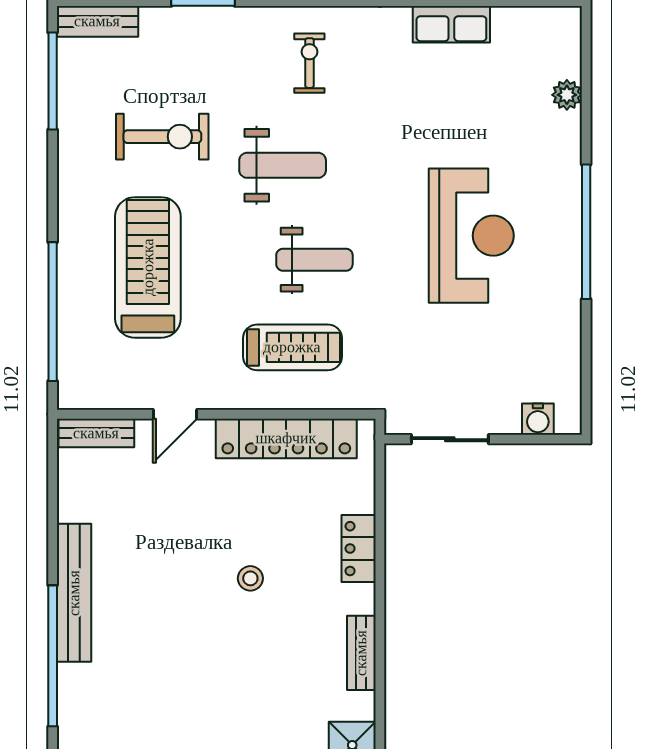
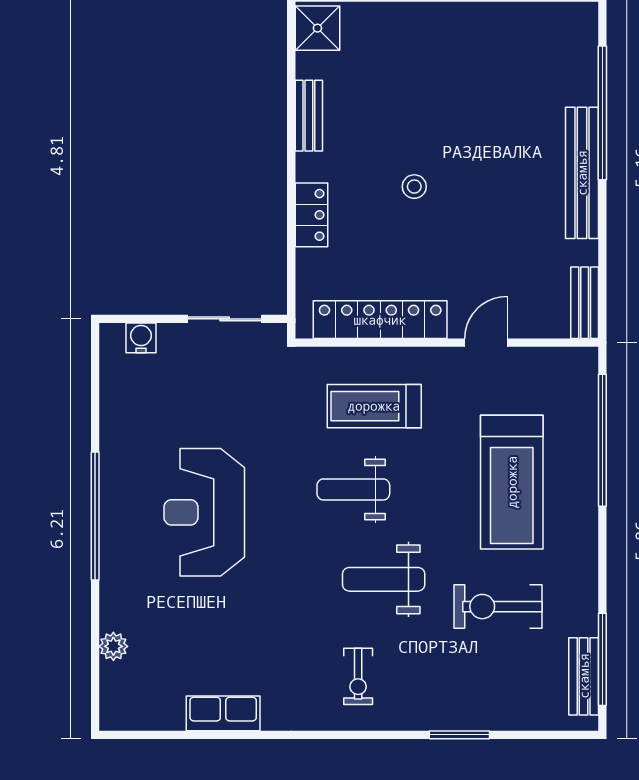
bench: (97, 21) -> (584, 676), moved, turned 90
bench: (96, 433) -> (585, 303), moved, turned 90

